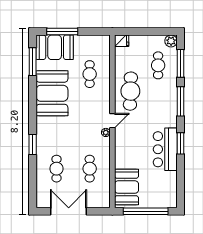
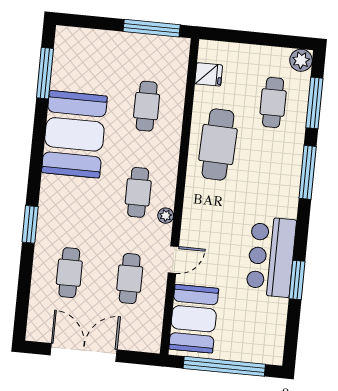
window: (62, 31) -> (152, 28), moved
fridge: (122, 41) -> (209, 74), moved
booth: (55, 47) -> (88, 51), removed
cafe table: (90, 121) -> (138, 192), added
door: (112, 121) -> (173, 260), moved
window: (181, 143) -> (297, 280), moved

